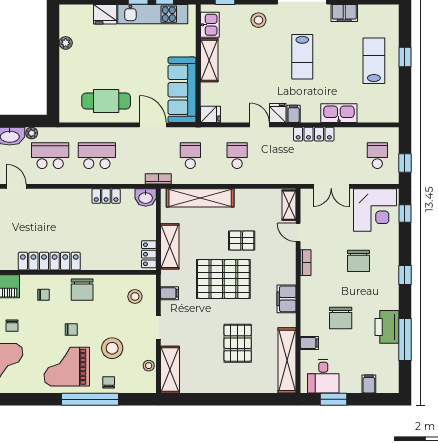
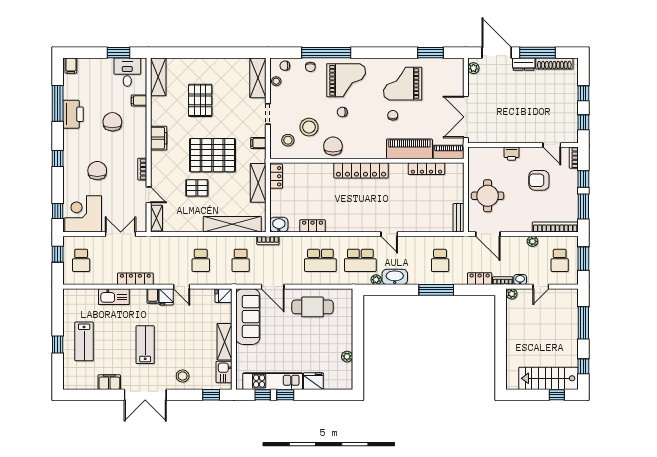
chair: (43, 295) -> (285, 66), moved
stool: (112, 348) -> (309, 127), moved
shelving: (287, 360) -> (158, 77), width x0.68
filing cabinet: (369, 384) -> (71, 66), moved

